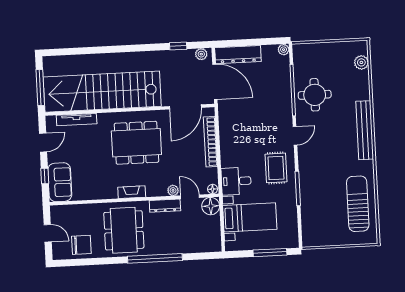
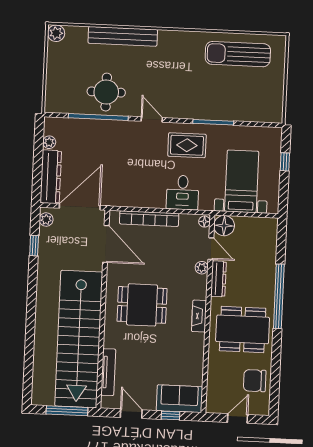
plant: (284, 50) -> (49, 142), moved
plant: (361, 62) -> (56, 33), moved
bench: (365, 130) -> (123, 36), moved
dining table: (136, 143) -> (142, 305), width x0.73
desk: (236, 181) -> (183, 192), moved
door: (190, 197) -> (211, 249), swing flipped
chair: (81, 245) -> (255, 381), turned -90
window: (270, 253) -> (285, 162), width x0.46

